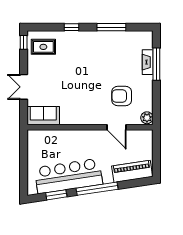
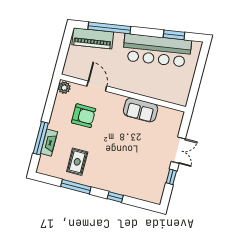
window: (24, 42) -> (171, 177), moved
rug: (43, 47) -> (77, 162), moved, turned 90
sofa: (43, 116) -> (141, 110), moved
window: (97, 189) -> (109, 28), moved

